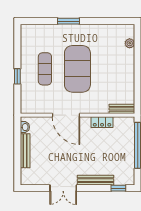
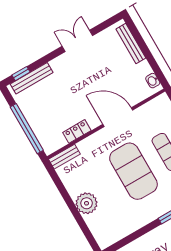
plant: (130, 43) -> (87, 203), moved, width x1.88, depth x1.88
bench: (25, 151) -> (131, 43), moved
bench: (95, 180) -> (32, 78), moved

